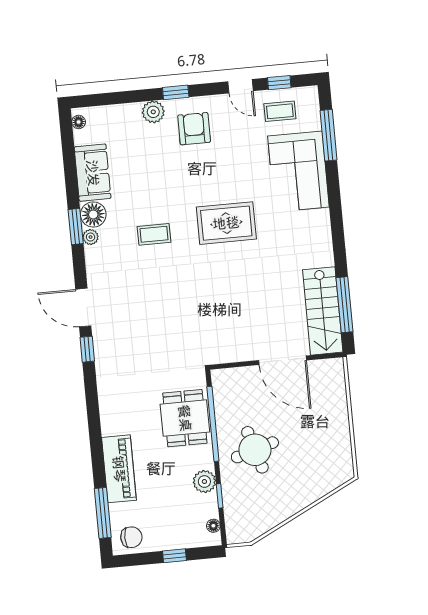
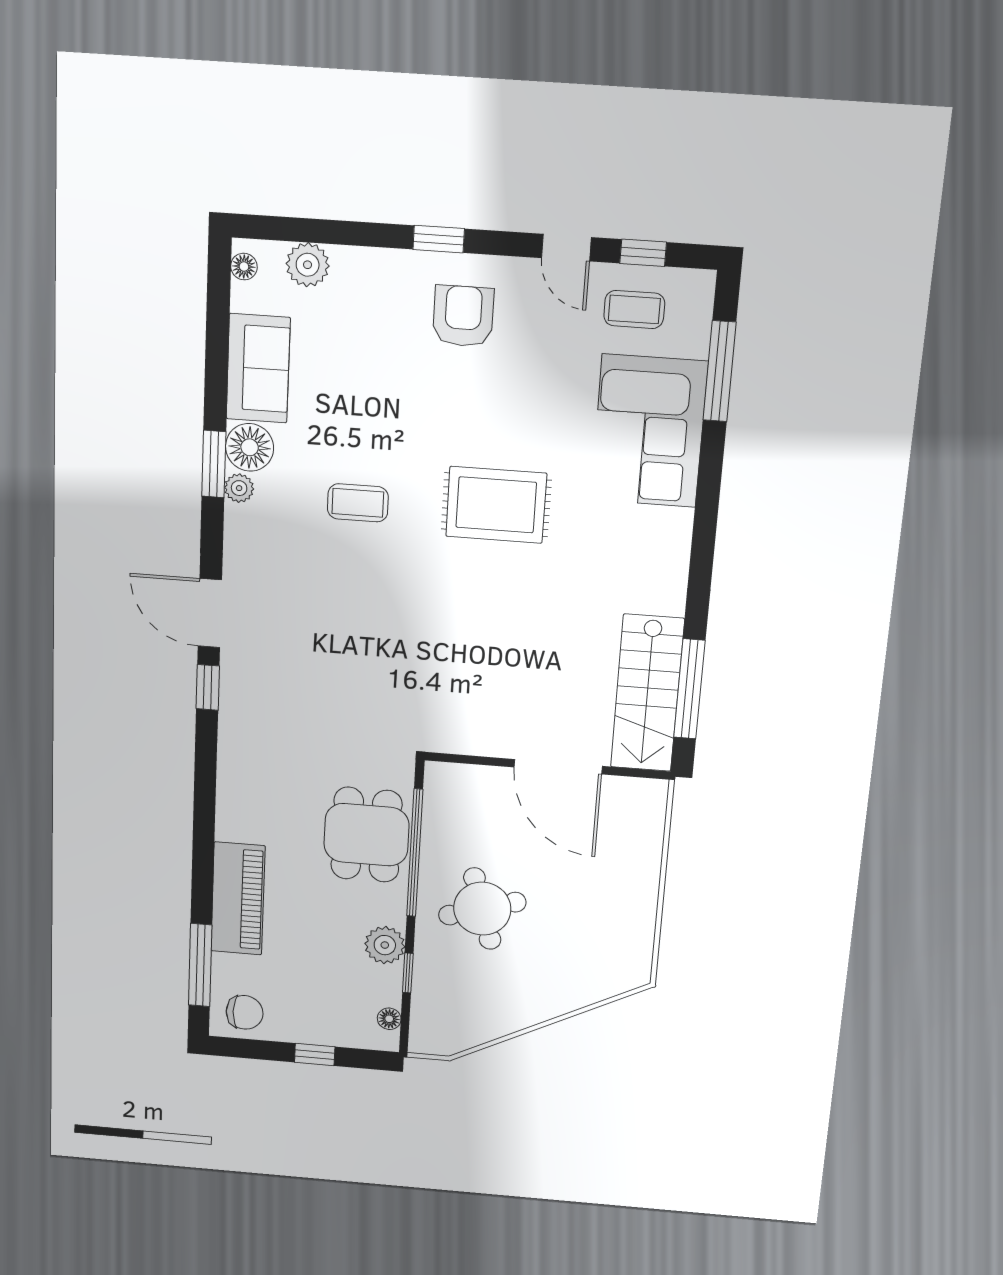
plant: (153, 112) -> (308, 265), moved

